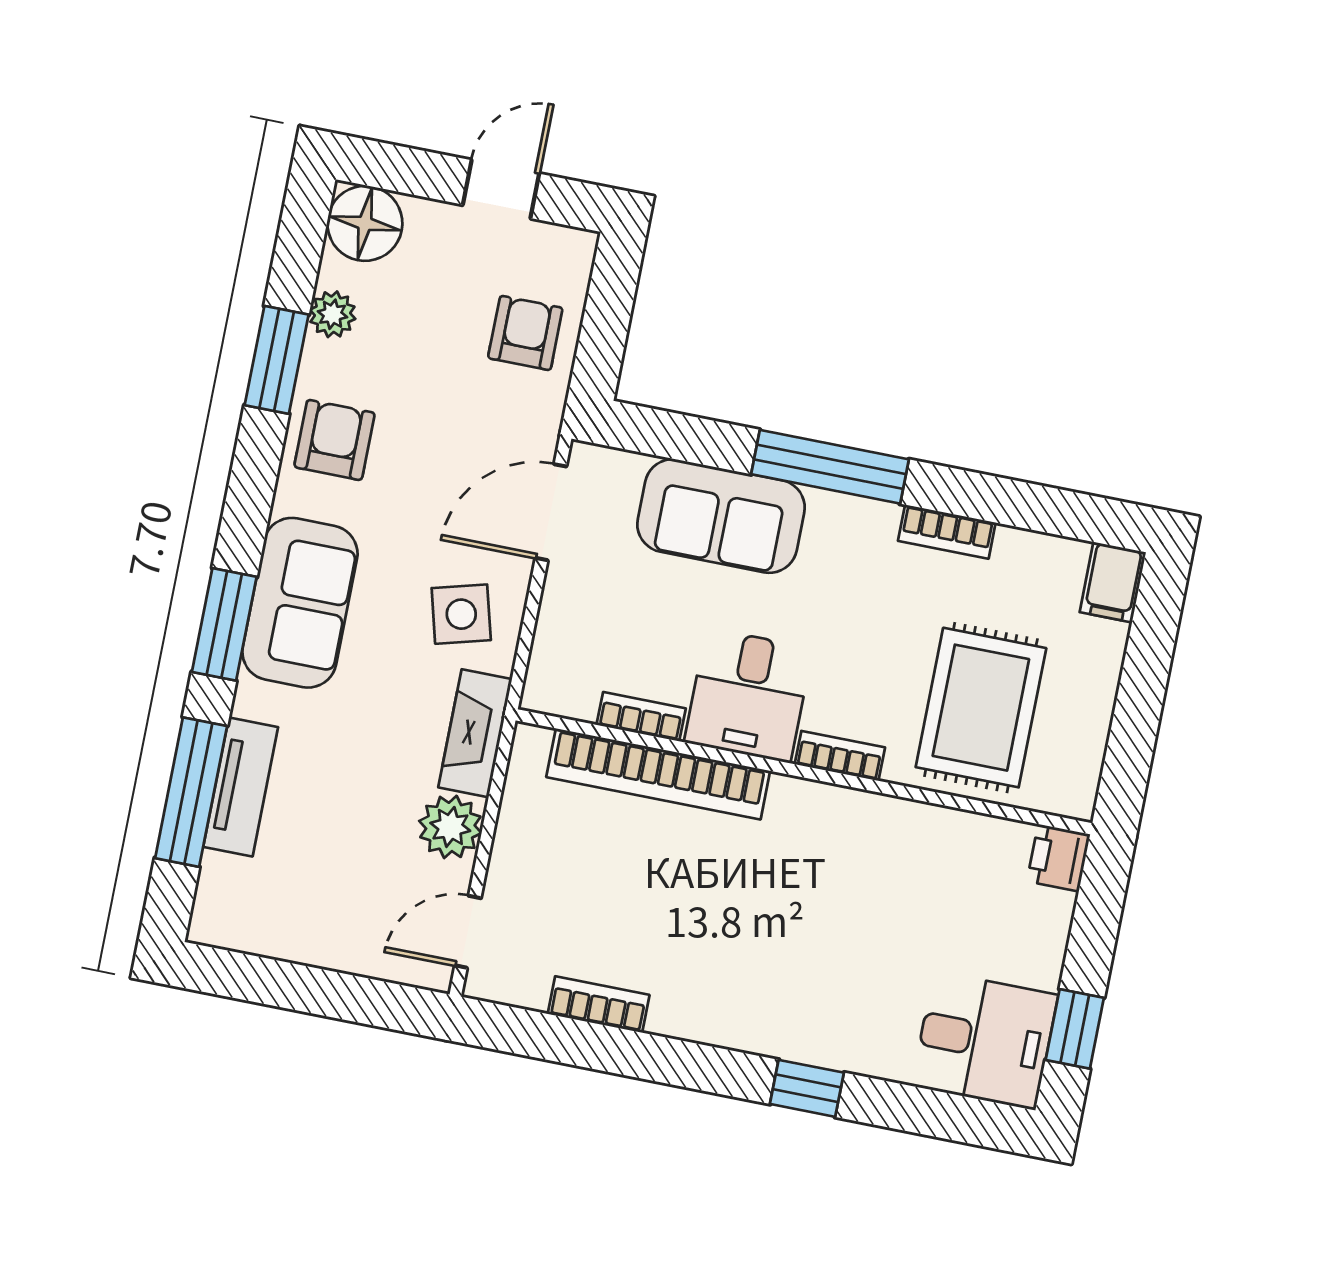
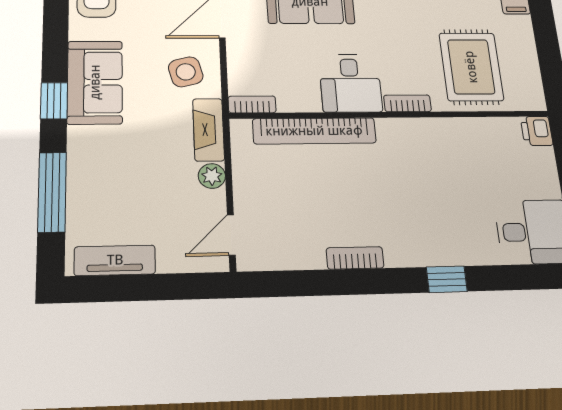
window: (224, 624) -> (54, 101), width x0.67
bookcase: (641, 717) -> (252, 104), moved
tv unit: (241, 787) -> (115, 260), moved, turned -90
plant: (450, 827) -> (212, 176), width x0.73, depth x0.73
bookcase: (599, 1004) -> (355, 258), moved

